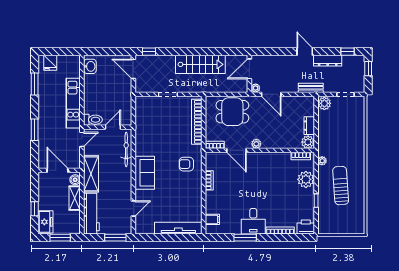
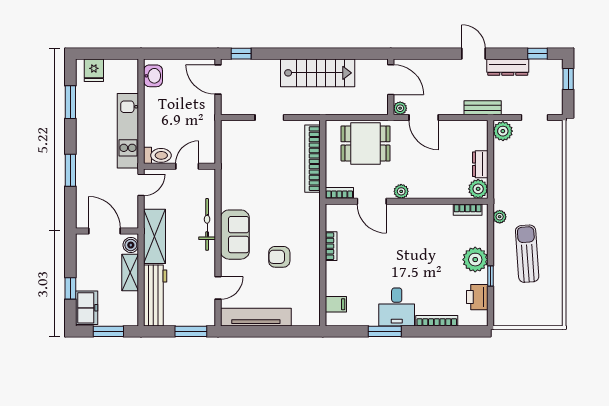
door: (249, 69) -> (391, 80), swing flipped
bicycle: (126, 149) -> (207, 224), moved
armchair: (186, 164) -> (279, 257), moved
plant: (306, 179) -> (475, 260), moved
printer: (306, 227) -> (477, 297), moved, turned -90
tv unit: (178, 228) -> (256, 317), moved

